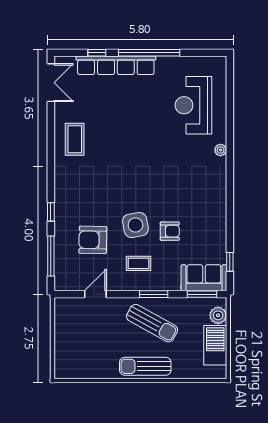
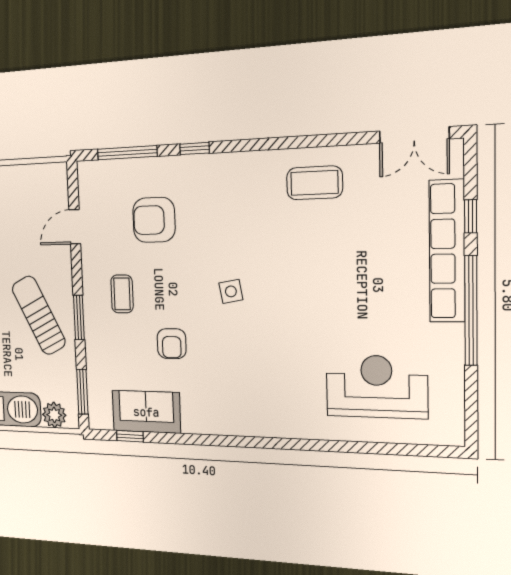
plant: (221, 150) -> (302, 429), removed
side table: (135, 225) -> (231, 291), moved, width x0.54, depth x0.54
armchair: (93, 240) -> (154, 220), turned -91
sofa: (204, 278) -> (146, 412), moved, turned -90
door: (95, 294) -> (75, 227), swing flipped
sun lounger: (152, 323) -> (39, 315), turned 124

